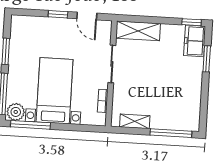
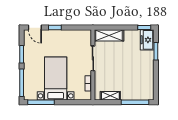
door: (87, 16) -> (35, 27), moved
plant: (16, 112) -> (31, 94), removed

